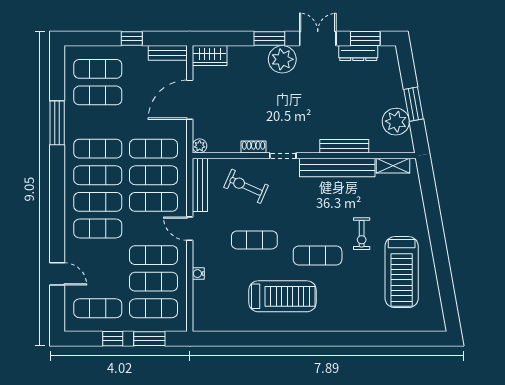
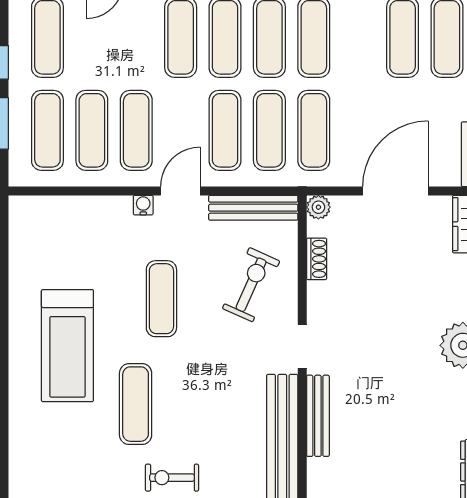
door: (190, 100) -> (395, 191), hinge flipped
bench: (344, 146) -> (318, 416), moved
shoe rack: (253, 147) -> (317, 259), moved
water cooler: (198, 274) -> (143, 205), moved

